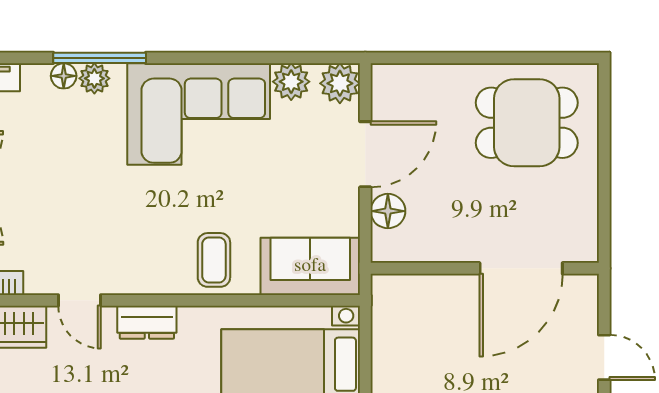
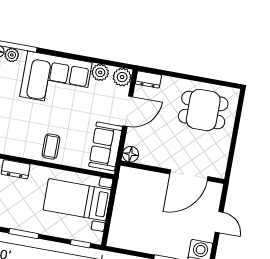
dresser: (397, 78) -> (148, 79), added
floor lamp: (388, 211) -> (131, 154), moved
sofa: (310, 266) -> (106, 146), moved, turned -90

